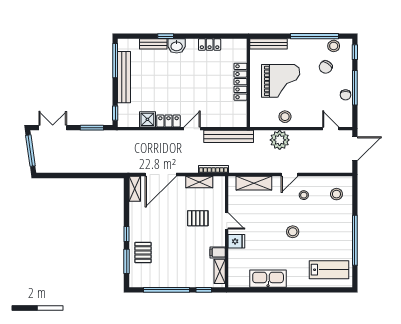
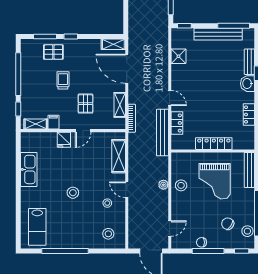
locker: (168, 121) -> (177, 123), moved
plant: (280, 140) -> (163, 185), width x0.53, depth x0.53
trolley: (173, 242) -> (63, 80), added

